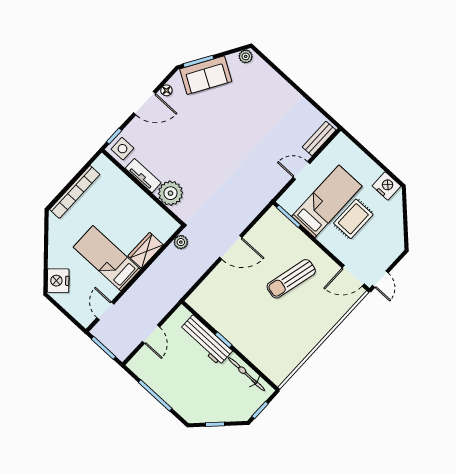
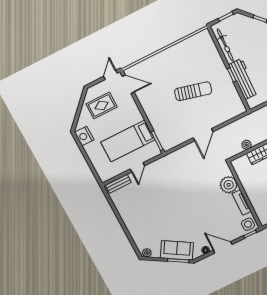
door: (302, 170) -> (137, 167), hinge flipped
rug: (353, 219) -> (102, 105), moved
plant: (181, 242) -> (246, 145), moved
door: (231, 247) -> (203, 135), swing flipped
sun lounger: (291, 279) -> (193, 91), moved

